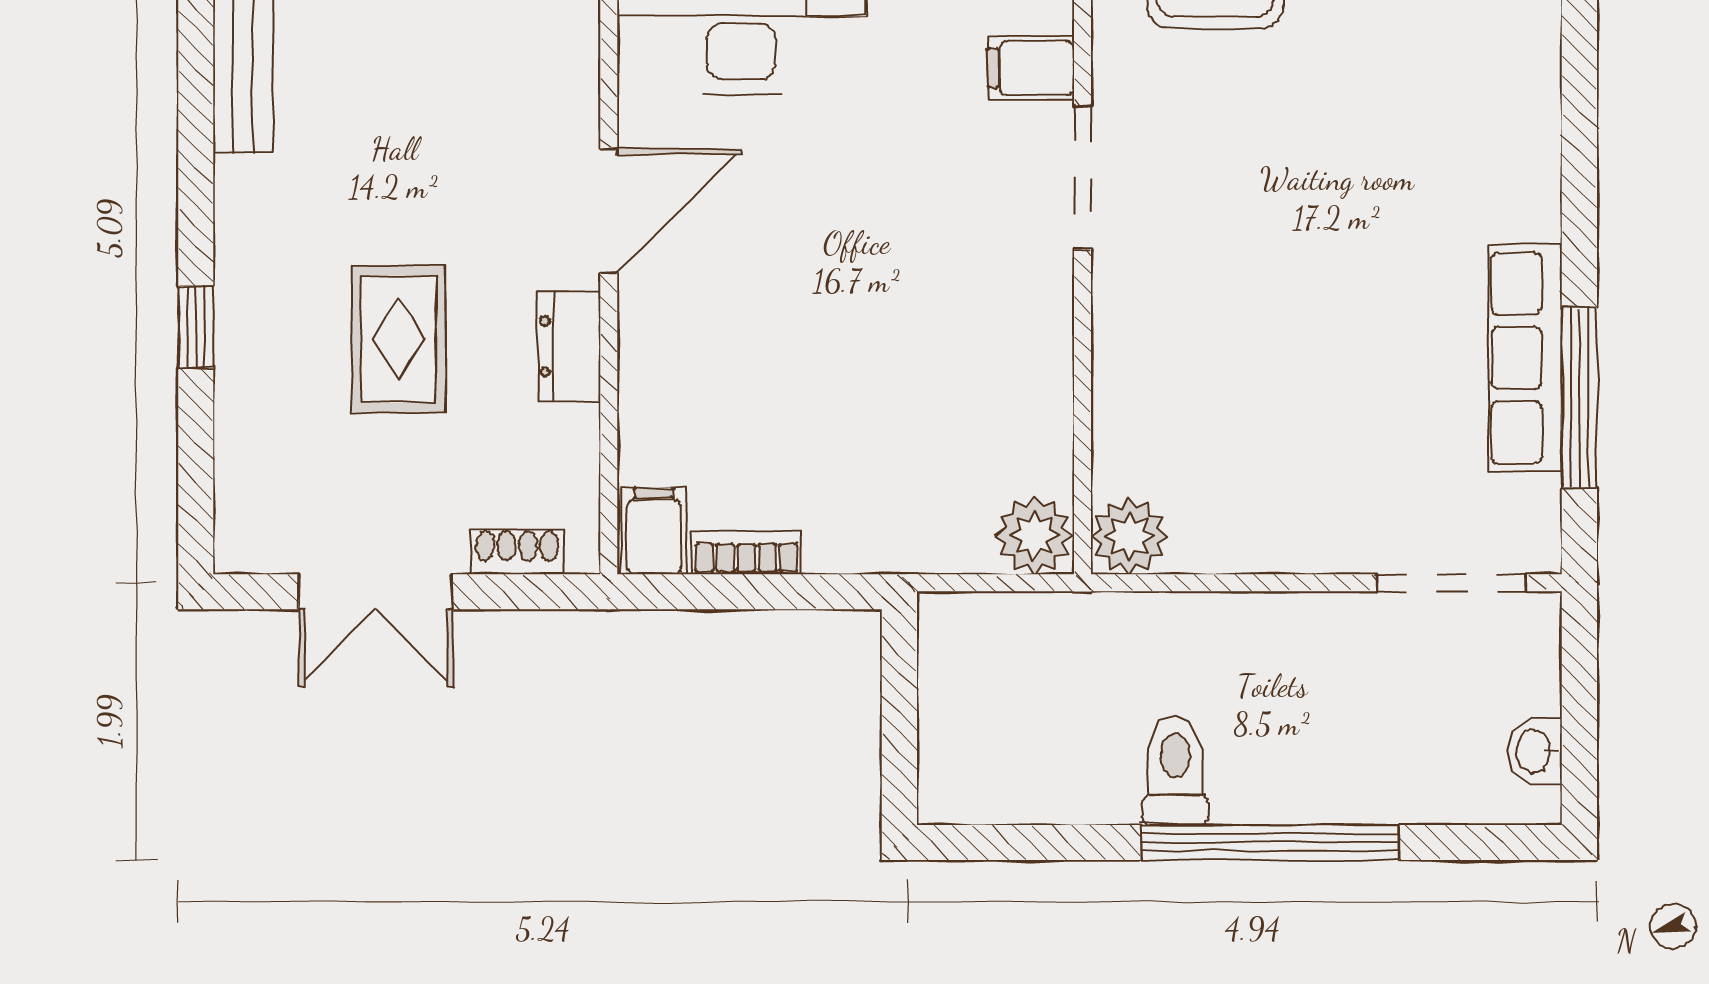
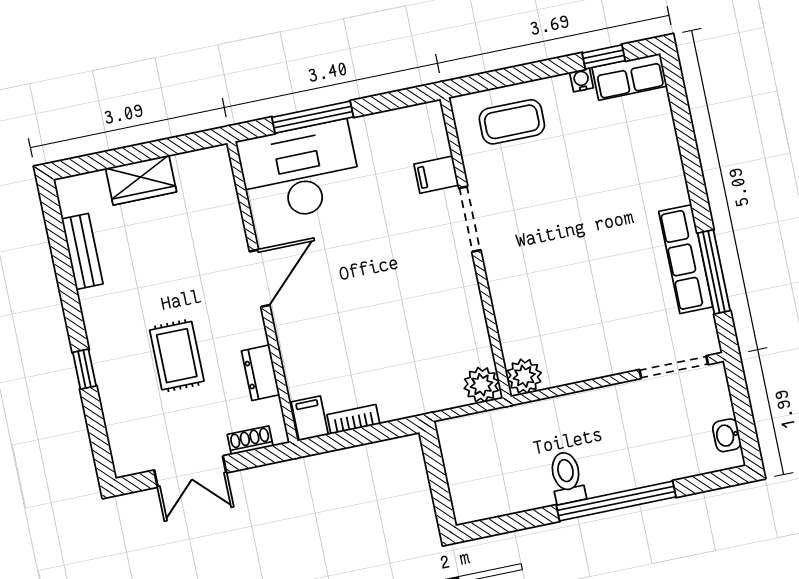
dresser: (569, 346) -> (261, 373), moved

